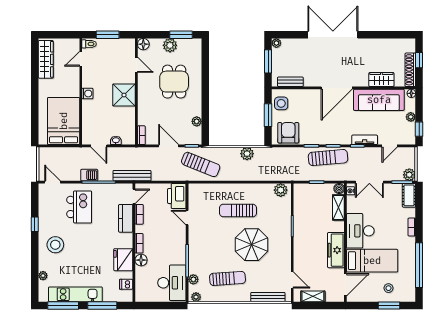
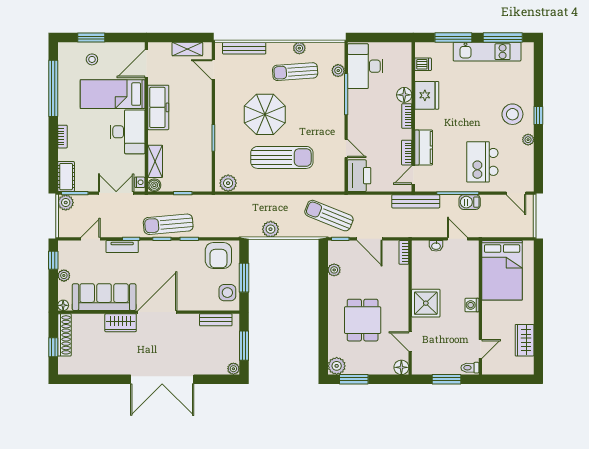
plant: (170, 45) -> (337, 366), moved
wardrobe: (46, 59) -> (525, 340), width x0.67
wardrobe: (381, 80) -> (121, 323), moved
sun lounger: (238, 210) -> (282, 157), width x1.36, depth x1.34
window: (35, 224) -> (538, 116), moved
plant: (43, 276) -> (528, 140), moved
plant: (196, 297) -> (299, 48), moved

